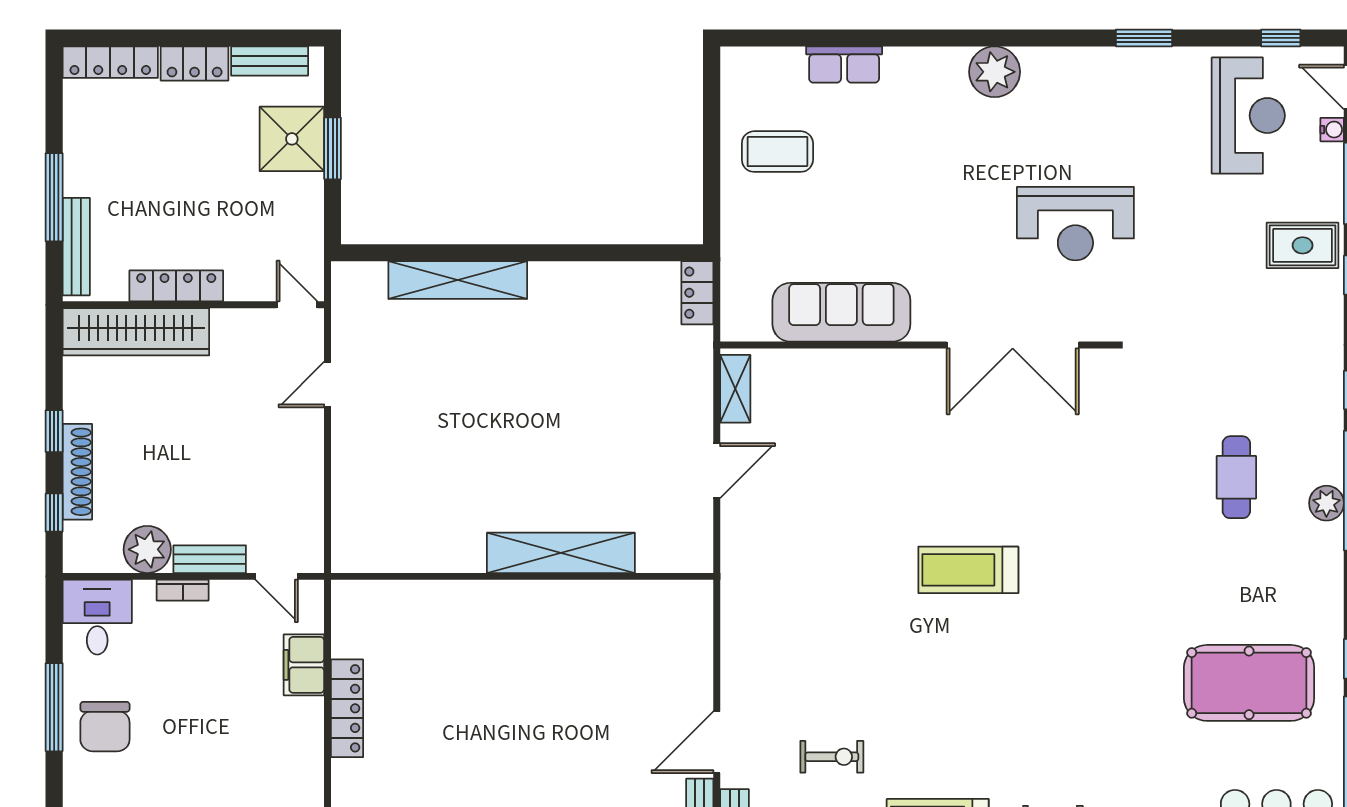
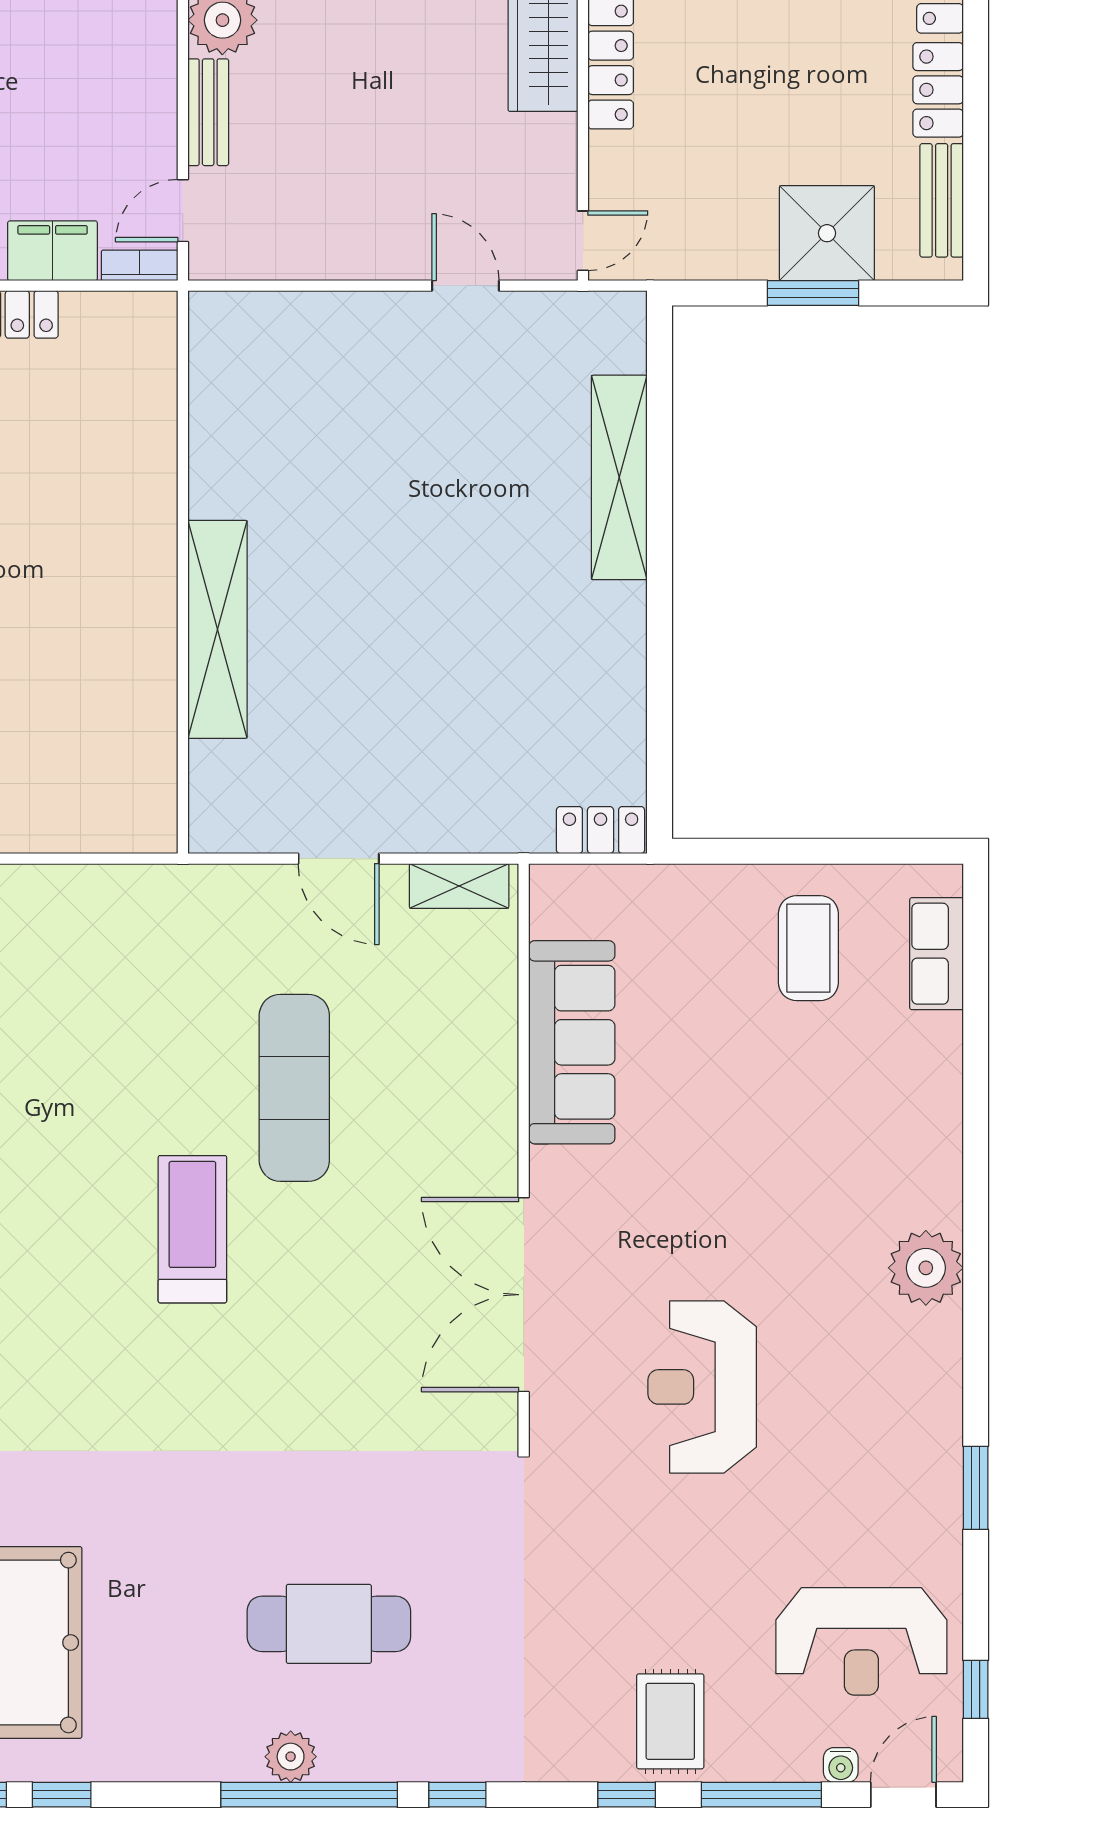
row of seats: (844, 65) -> (937, 954), moved
cafe table: (1236, 477) -> (329, 1624), width x1.37, depth x1.35
exercise mat: (872, 501) -> (294, 1088), added
bookcase: (183, 590) -> (140, 265), moved, turned 90

